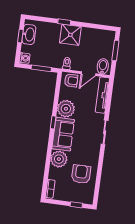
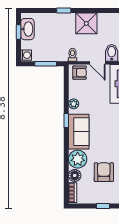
shower: (70, 35) -> (86, 23), moved
door: (88, 74) -> (97, 63), hinge flipped
plant: (66, 109) -> (74, 104), width x0.53, depth x0.53
floor lamp: (54, 174) -> (75, 175), added

